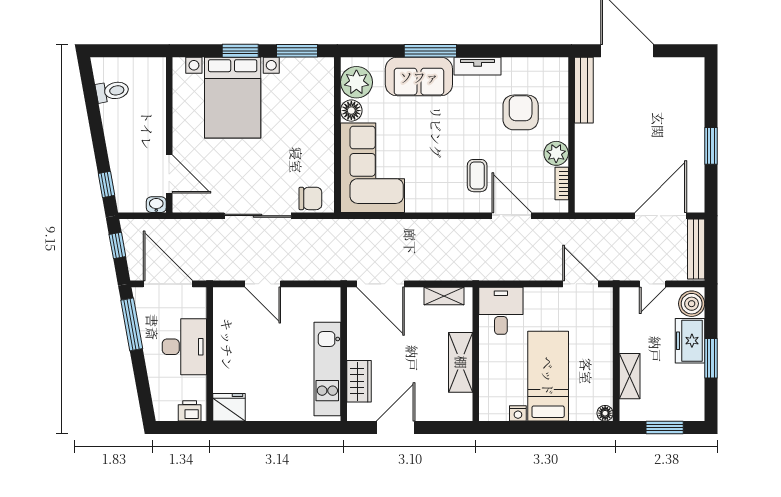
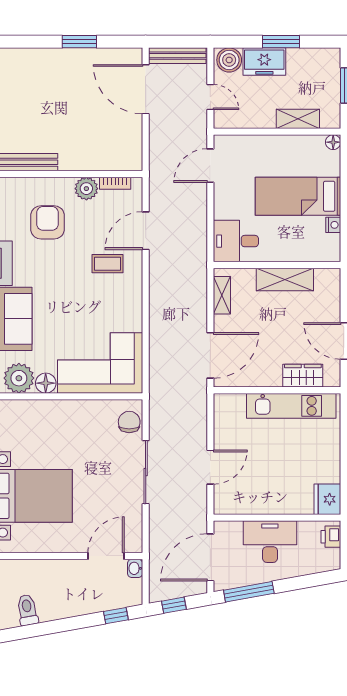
armchair: (521, 112) -> (48, 222), turned 90

